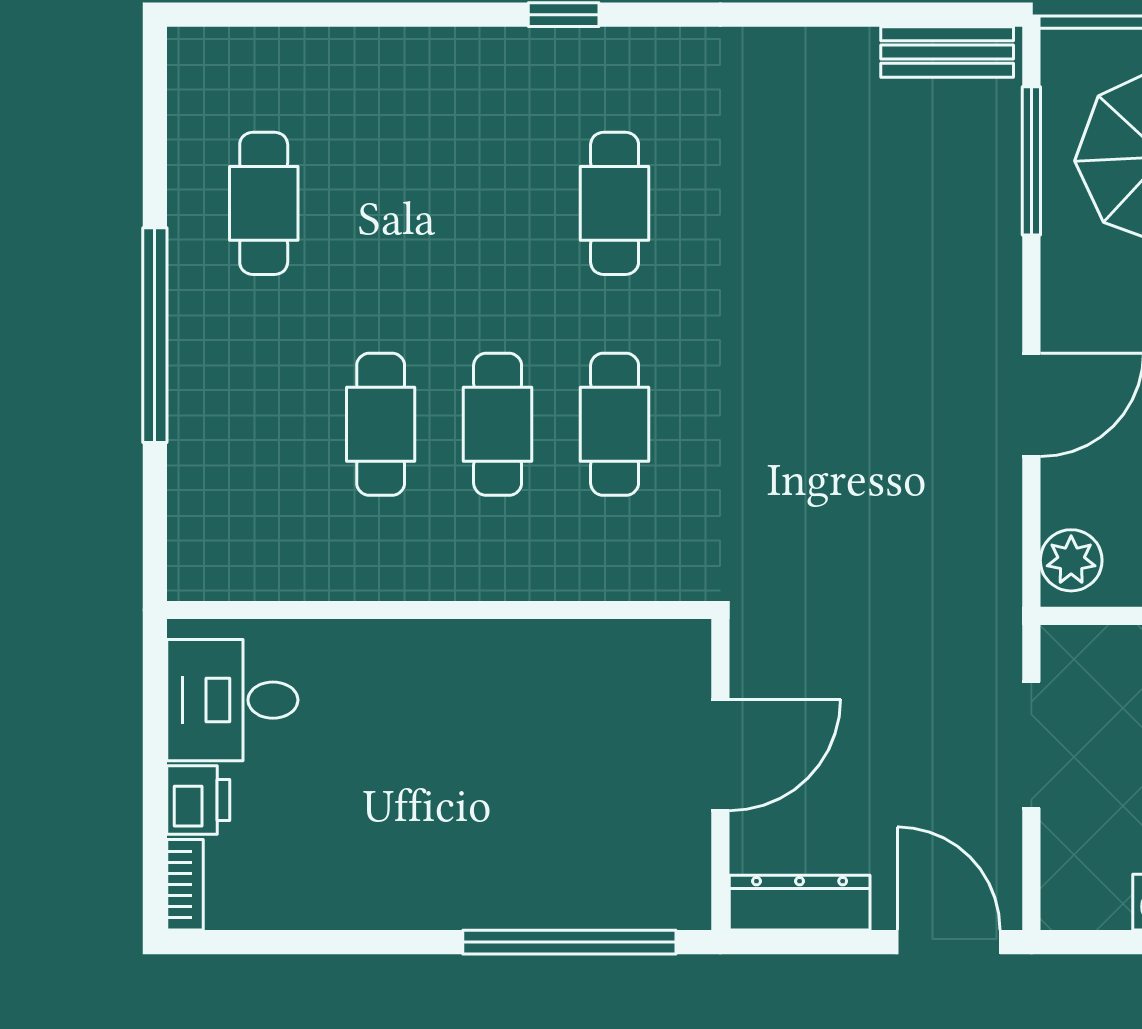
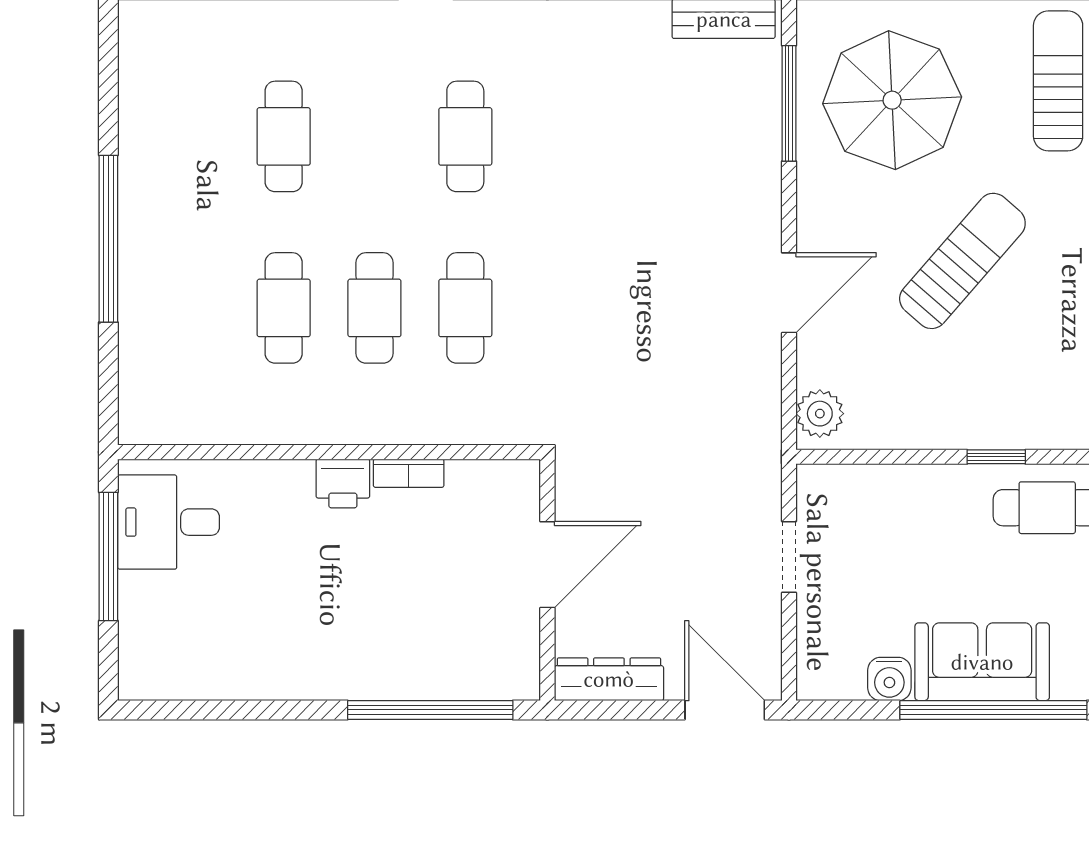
cafe table: (264, 203) -> (284, 136), moved
window: (155, 744) -> (108, 557), added
doorway: (1031, 745) -> (789, 557), width x0.73
printer: (198, 800) -> (343, 483), moved, turned 90
bookcase: (185, 885) -> (409, 473), moved, turned 90

